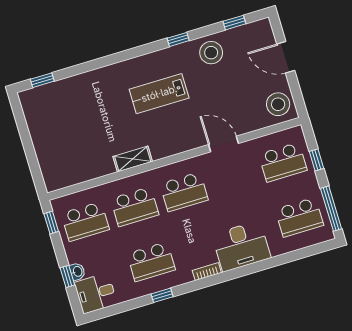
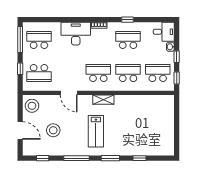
window: (178, 39) -> (76, 158), width x2.17
stool: (211, 53) -> (53, 130), moved
window: (122, 56) -> (110, 158), added
window: (42, 80) -> (140, 158), moved
lab bench: (159, 94) -> (96, 131), turned 90
shelving: (133, 159) -> (103, 100), moved
school desk: (283, 162) -> (39, 73), turned 180
window: (67, 276) -> (177, 57), moved

